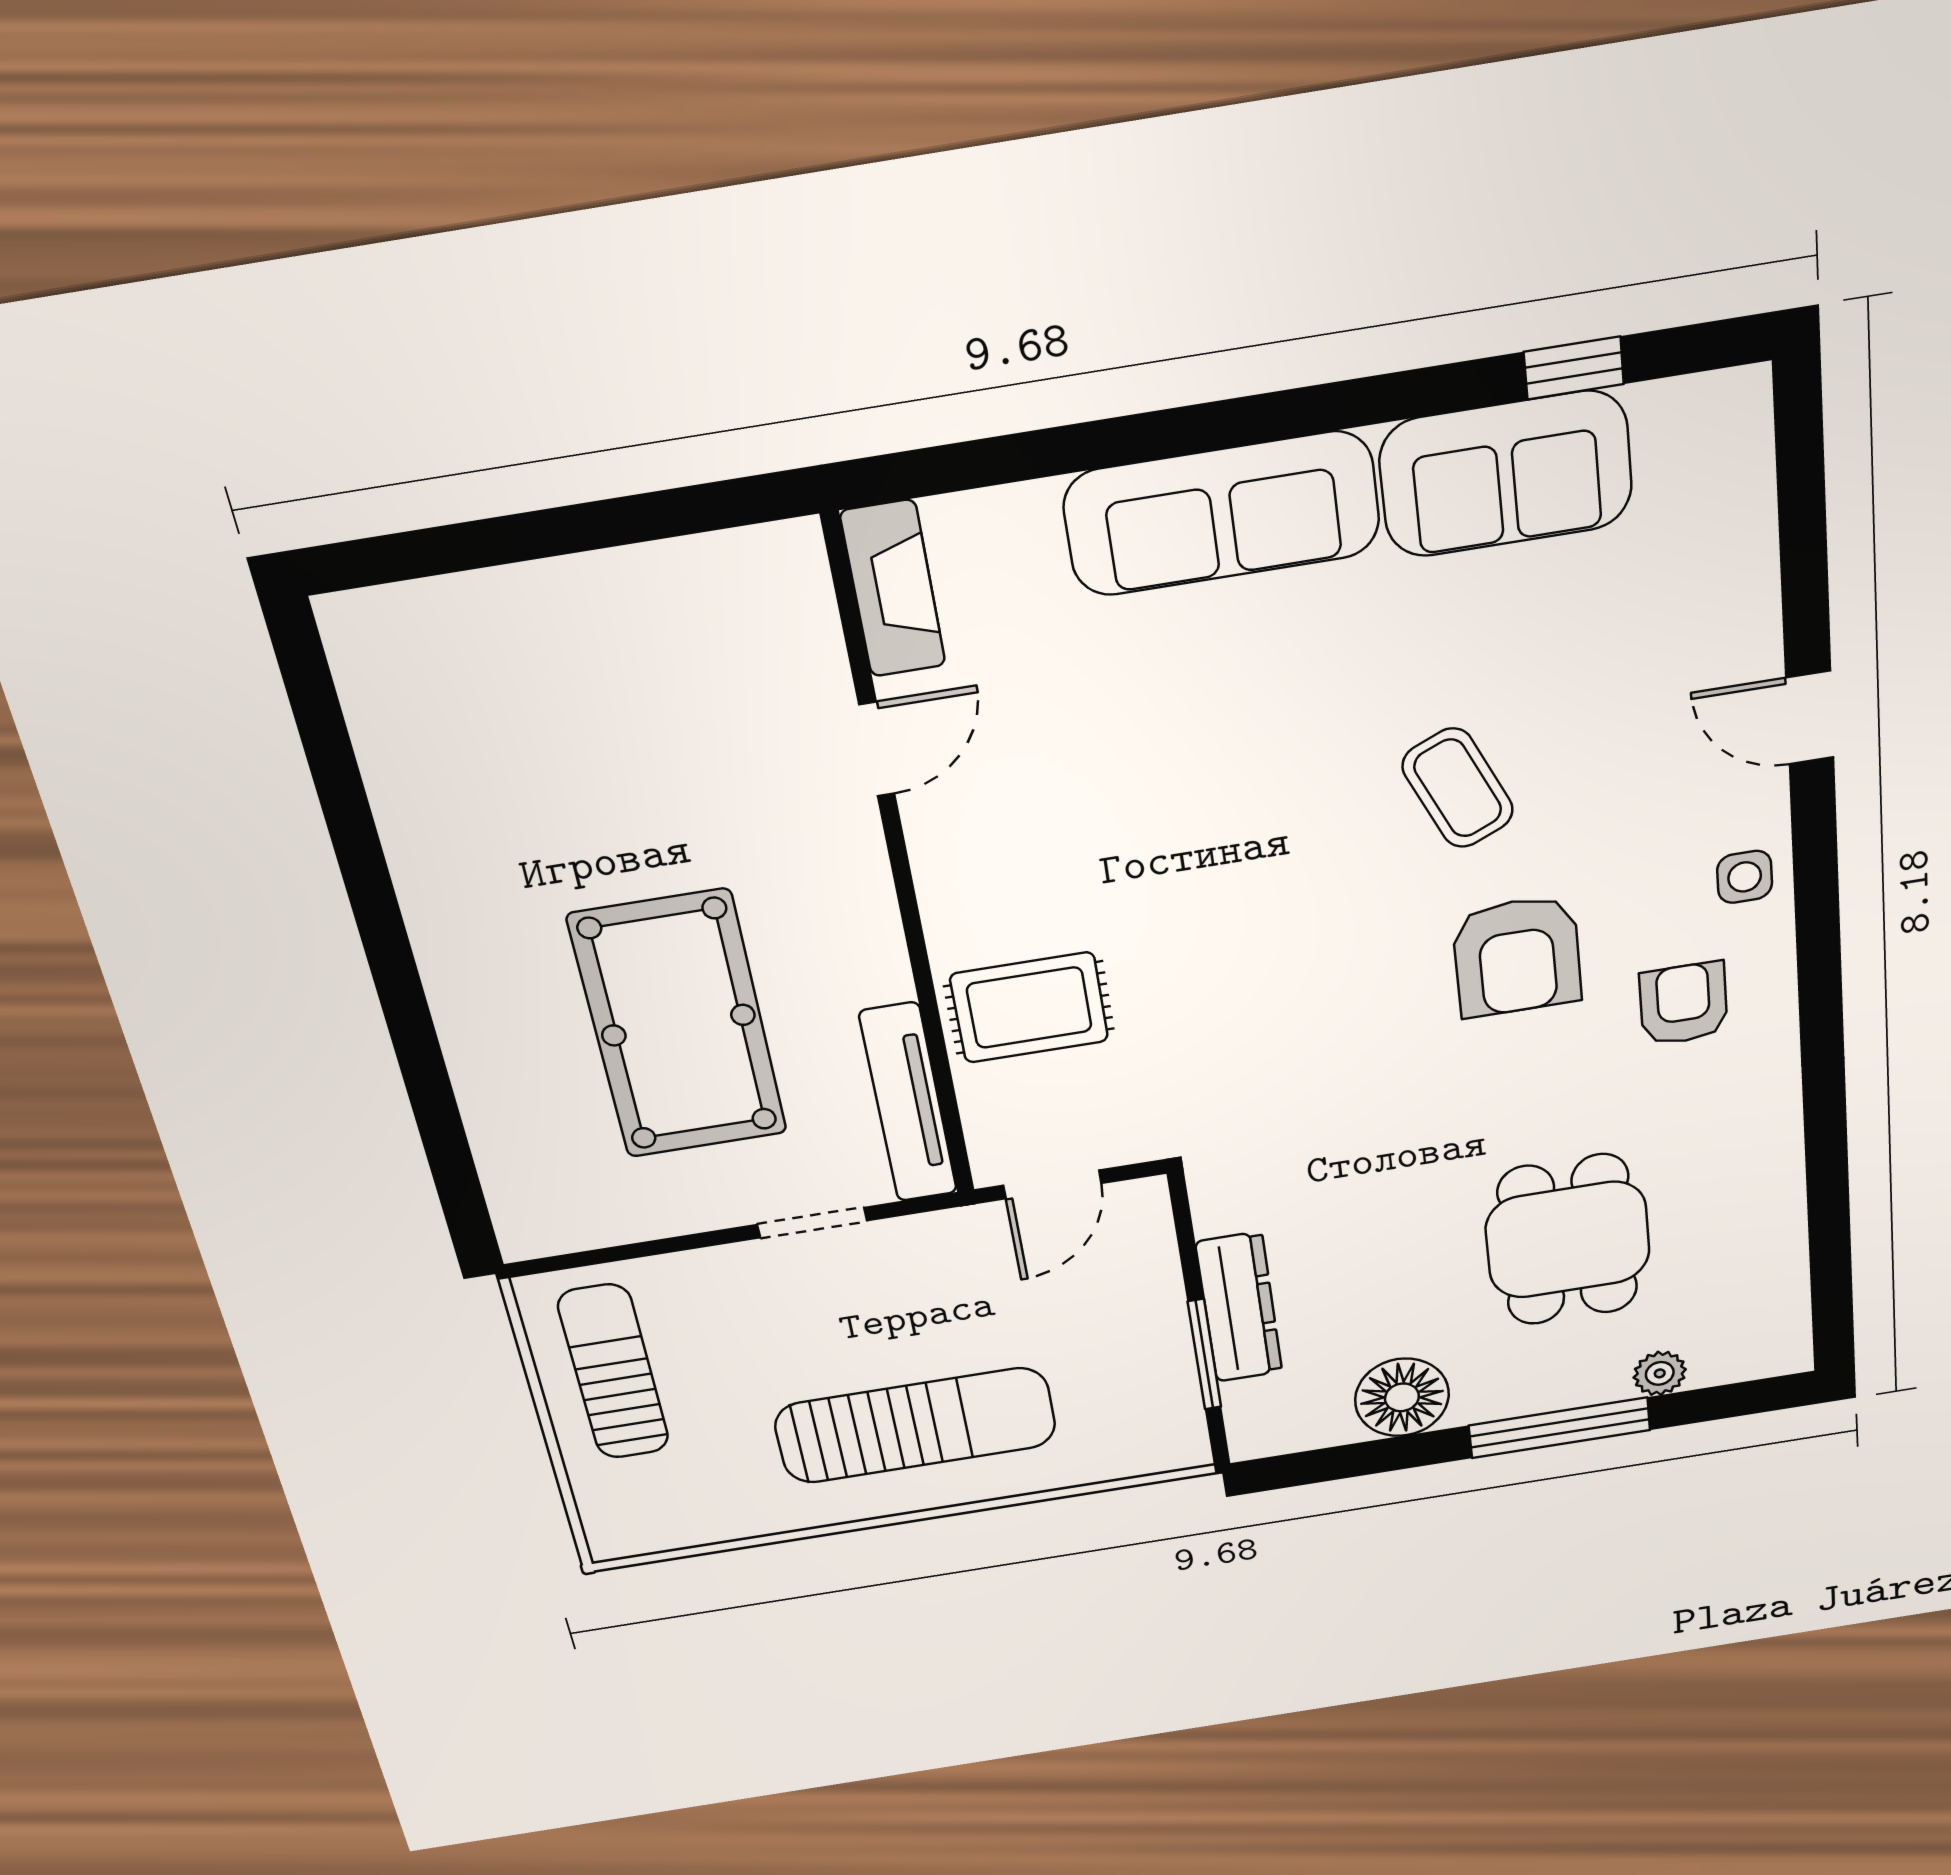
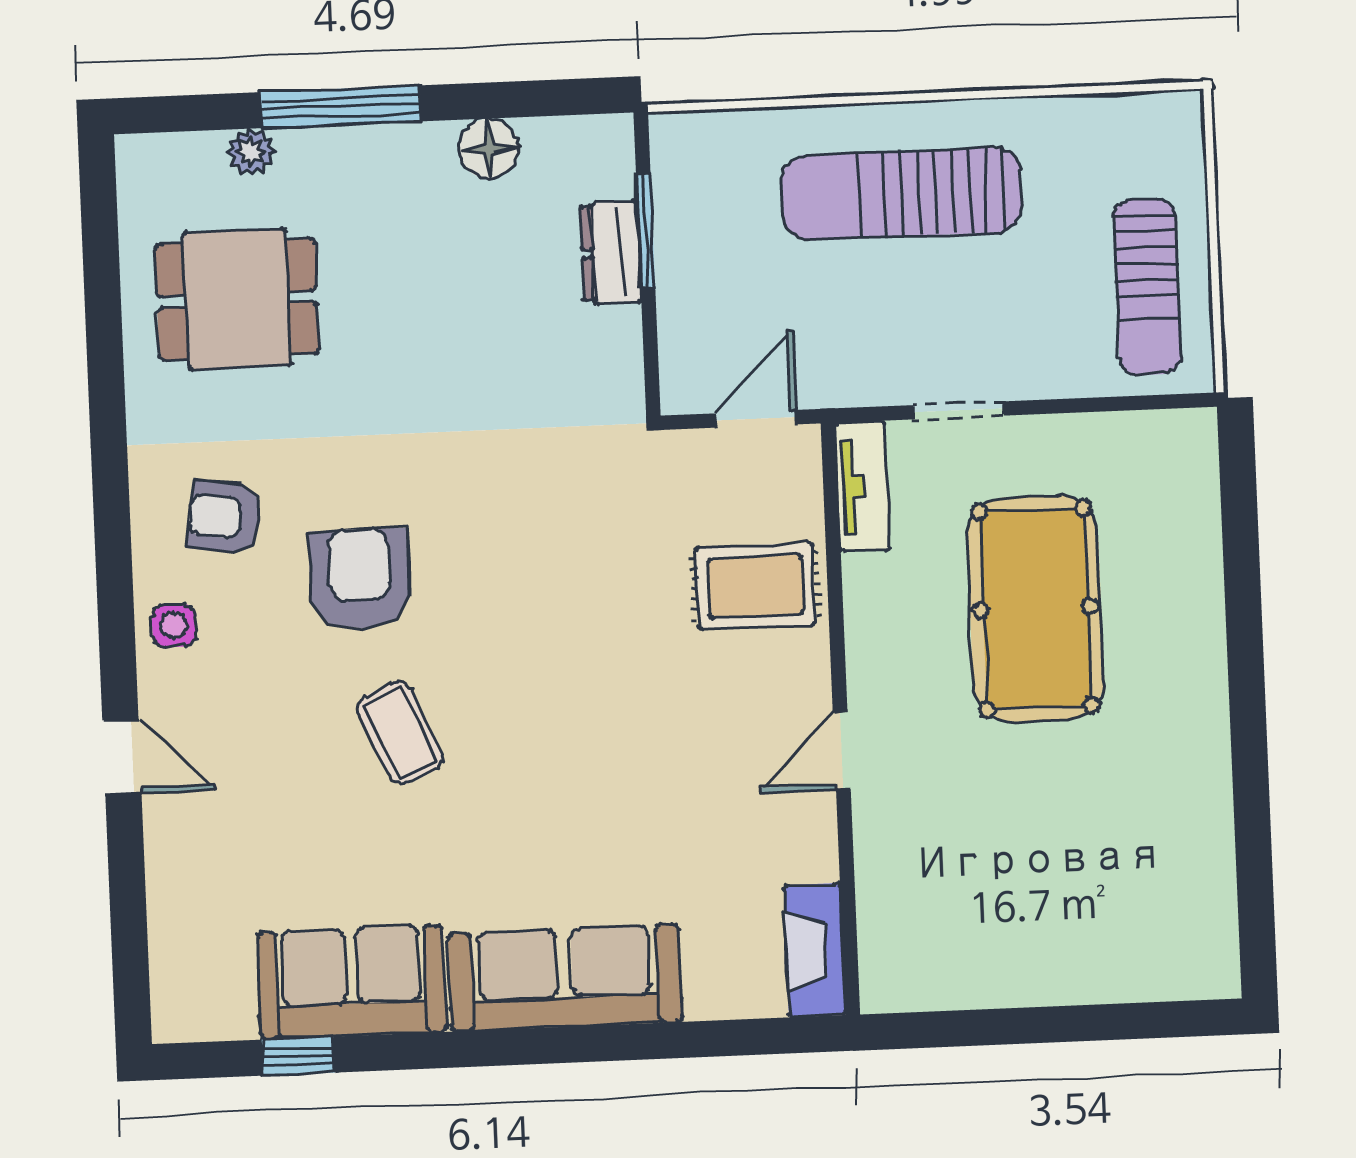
door: (877, 749) -> (842, 751), moved
armchair: (1684, 1004) -> (225, 517), turned 98
tv unit: (908, 1103) -> (863, 486), width x0.71
dining table: (1568, 1240) -> (237, 299), moved, turned 90
dresser: (1239, 1307) -> (611, 253), width x0.70
floor lamp: (1402, 1397) -> (489, 149), width x0.73, depth x0.73

